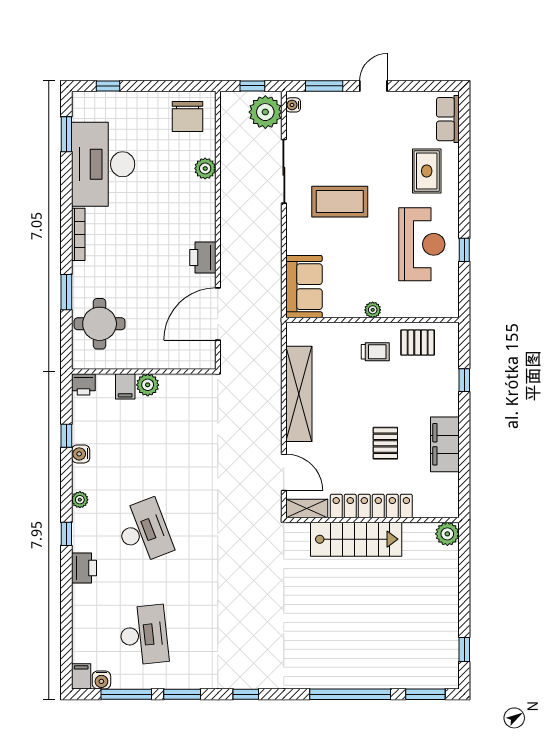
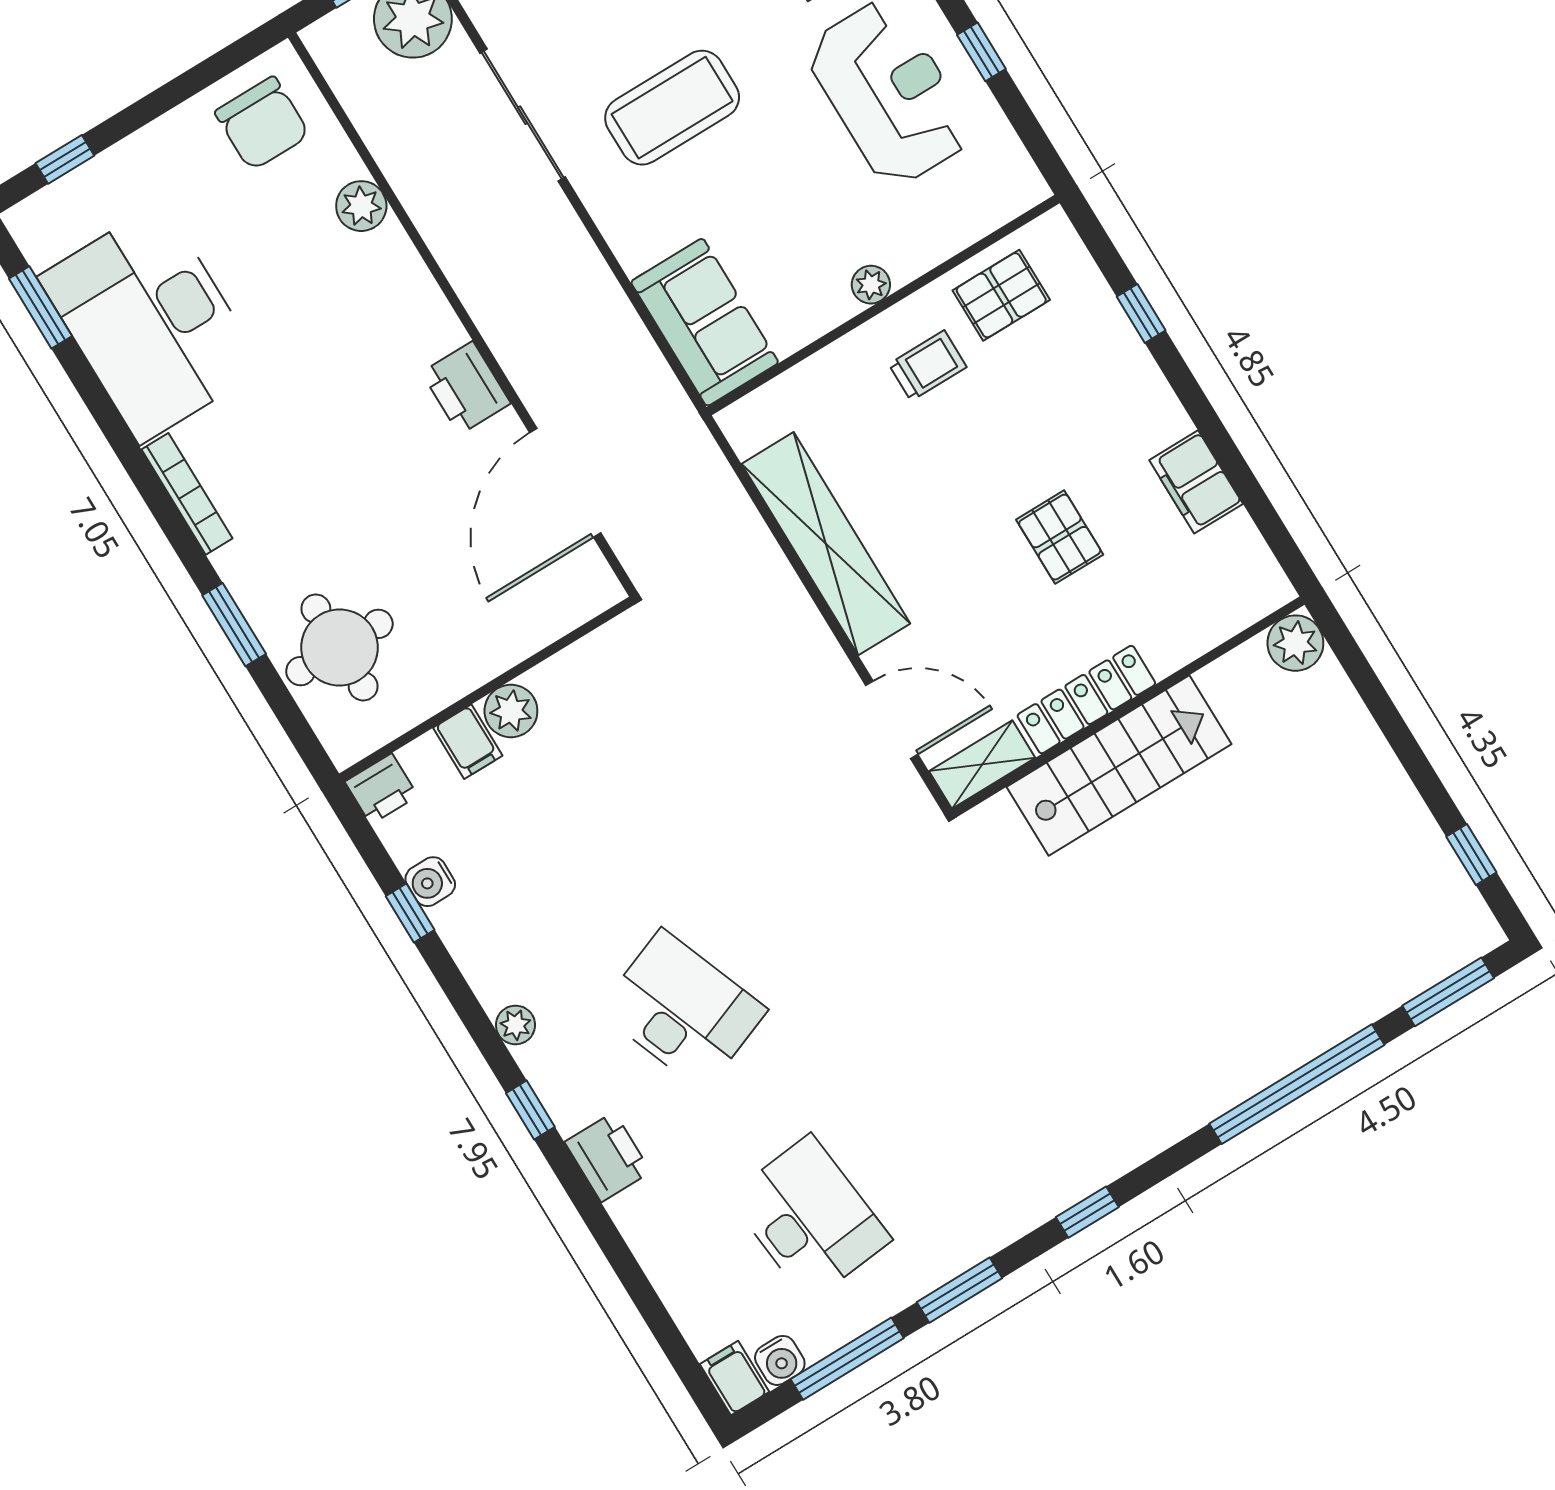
filing cabinet: (445, 444) -> (1196, 482), width x0.67, depth x0.86
water cooler: (81, 454) -> (430, 882), moved
locker: (371, 506) -> (1086, 700), width x0.71, depth x0.83

